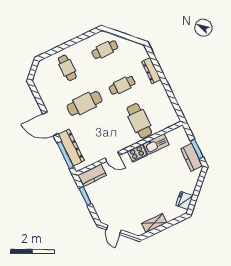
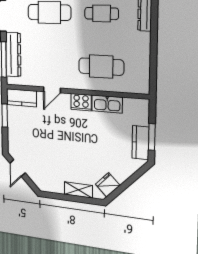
cafe table: (139, 121) -> (101, 67), turned 90
door: (112, 157) -> (52, 90), hinge flipped
shelving: (154, 223) -> (78, 190), moved

